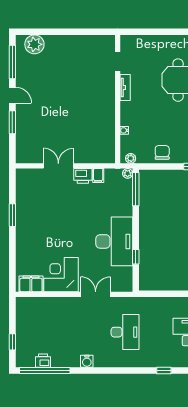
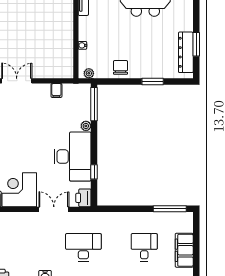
plant: (128, 173) -> (86, 126), moved
printer: (83, 176) -> (83, 198), moved, turned 90
desk: (125, 332) -> (83, 247), turned -90

